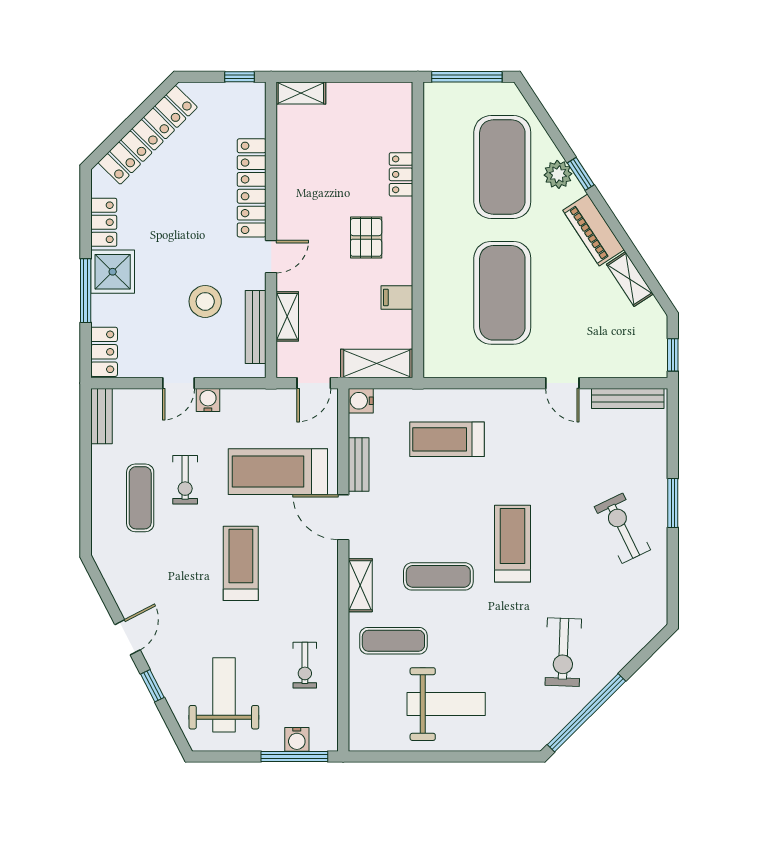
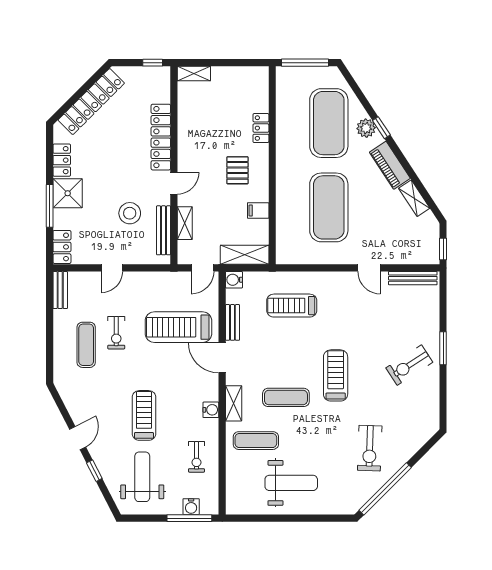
water cooler: (208, 400) -> (211, 410), moved, turned 90
exercise bike: (622, 528) -> (409, 365), turned -97
treadmill: (241, 563) -> (144, 415), moved

